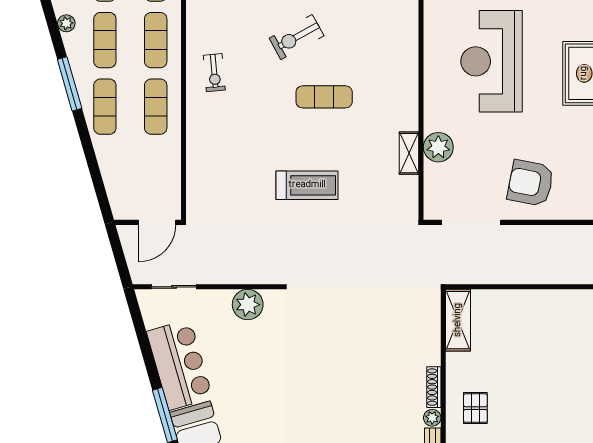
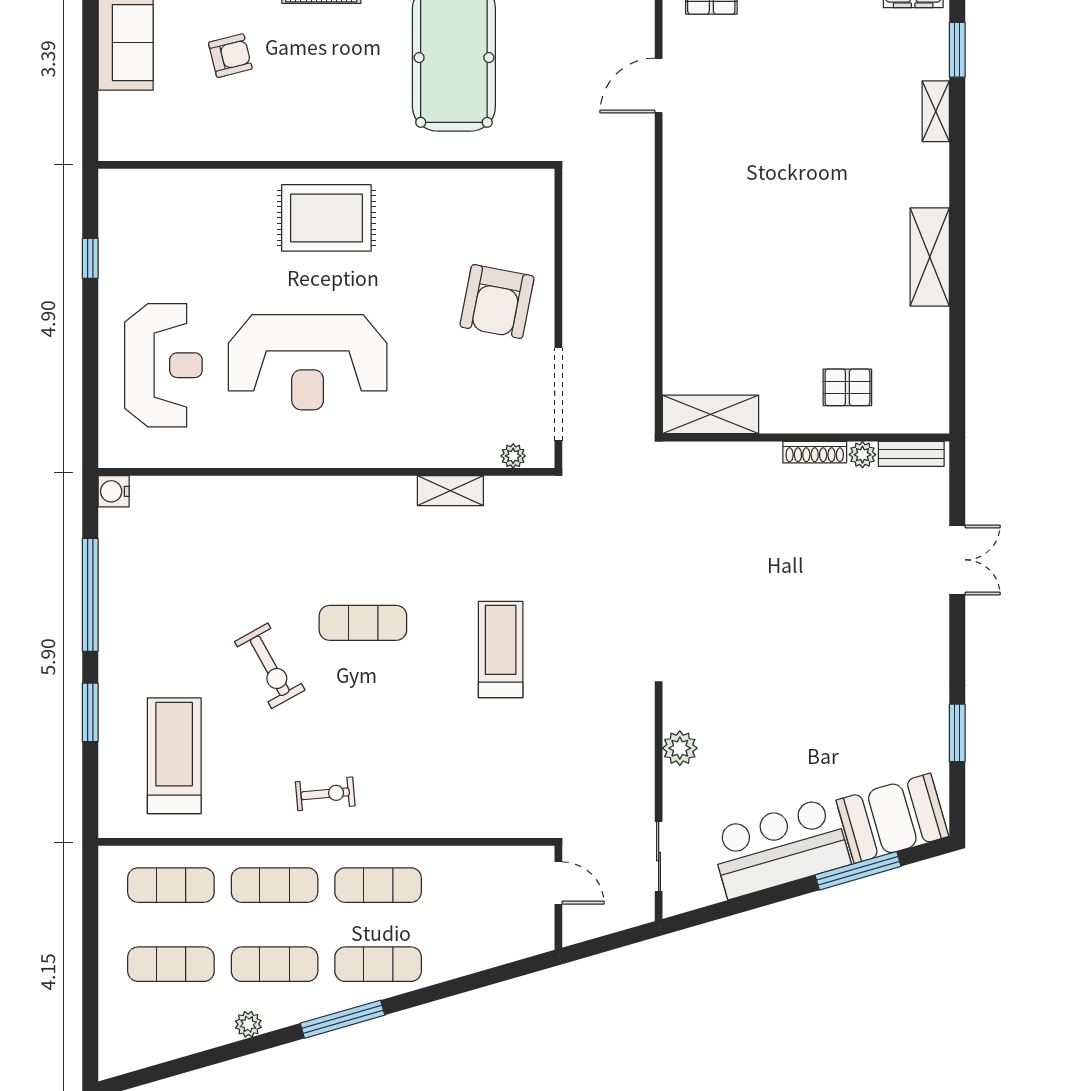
exercise mat: (324, 97) -> (363, 623), turned 90
plant: (438, 147) -> (513, 456), moved, width x0.53, depth x0.53
door: (157, 222) -> (558, 883), width x0.73
plant: (248, 305) -> (680, 748), width x0.73, depth x0.73

